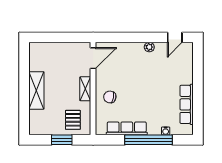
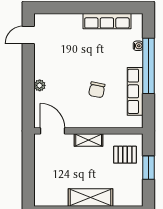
door: (175, 37) -> (28, 35), swing flipped
plant: (149, 47) -> (40, 85), moved
chair: (110, 97) -> (97, 90), moved

